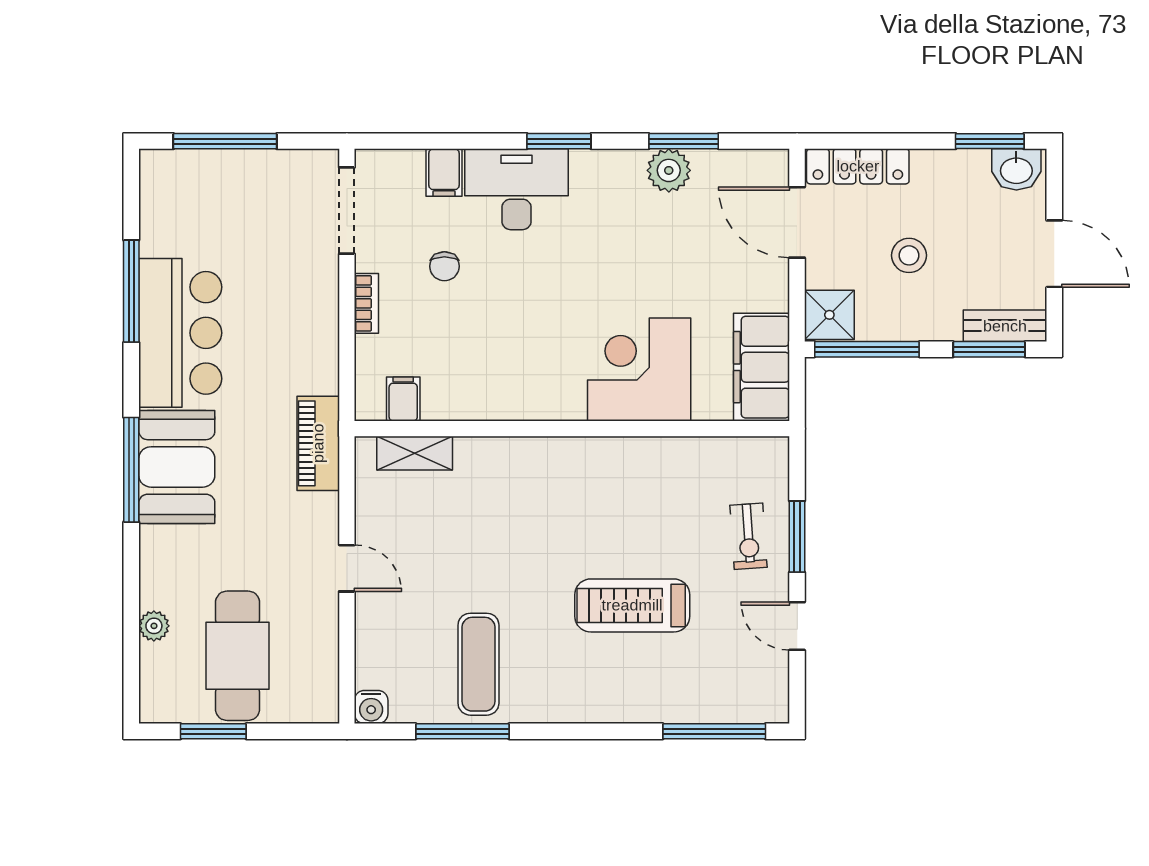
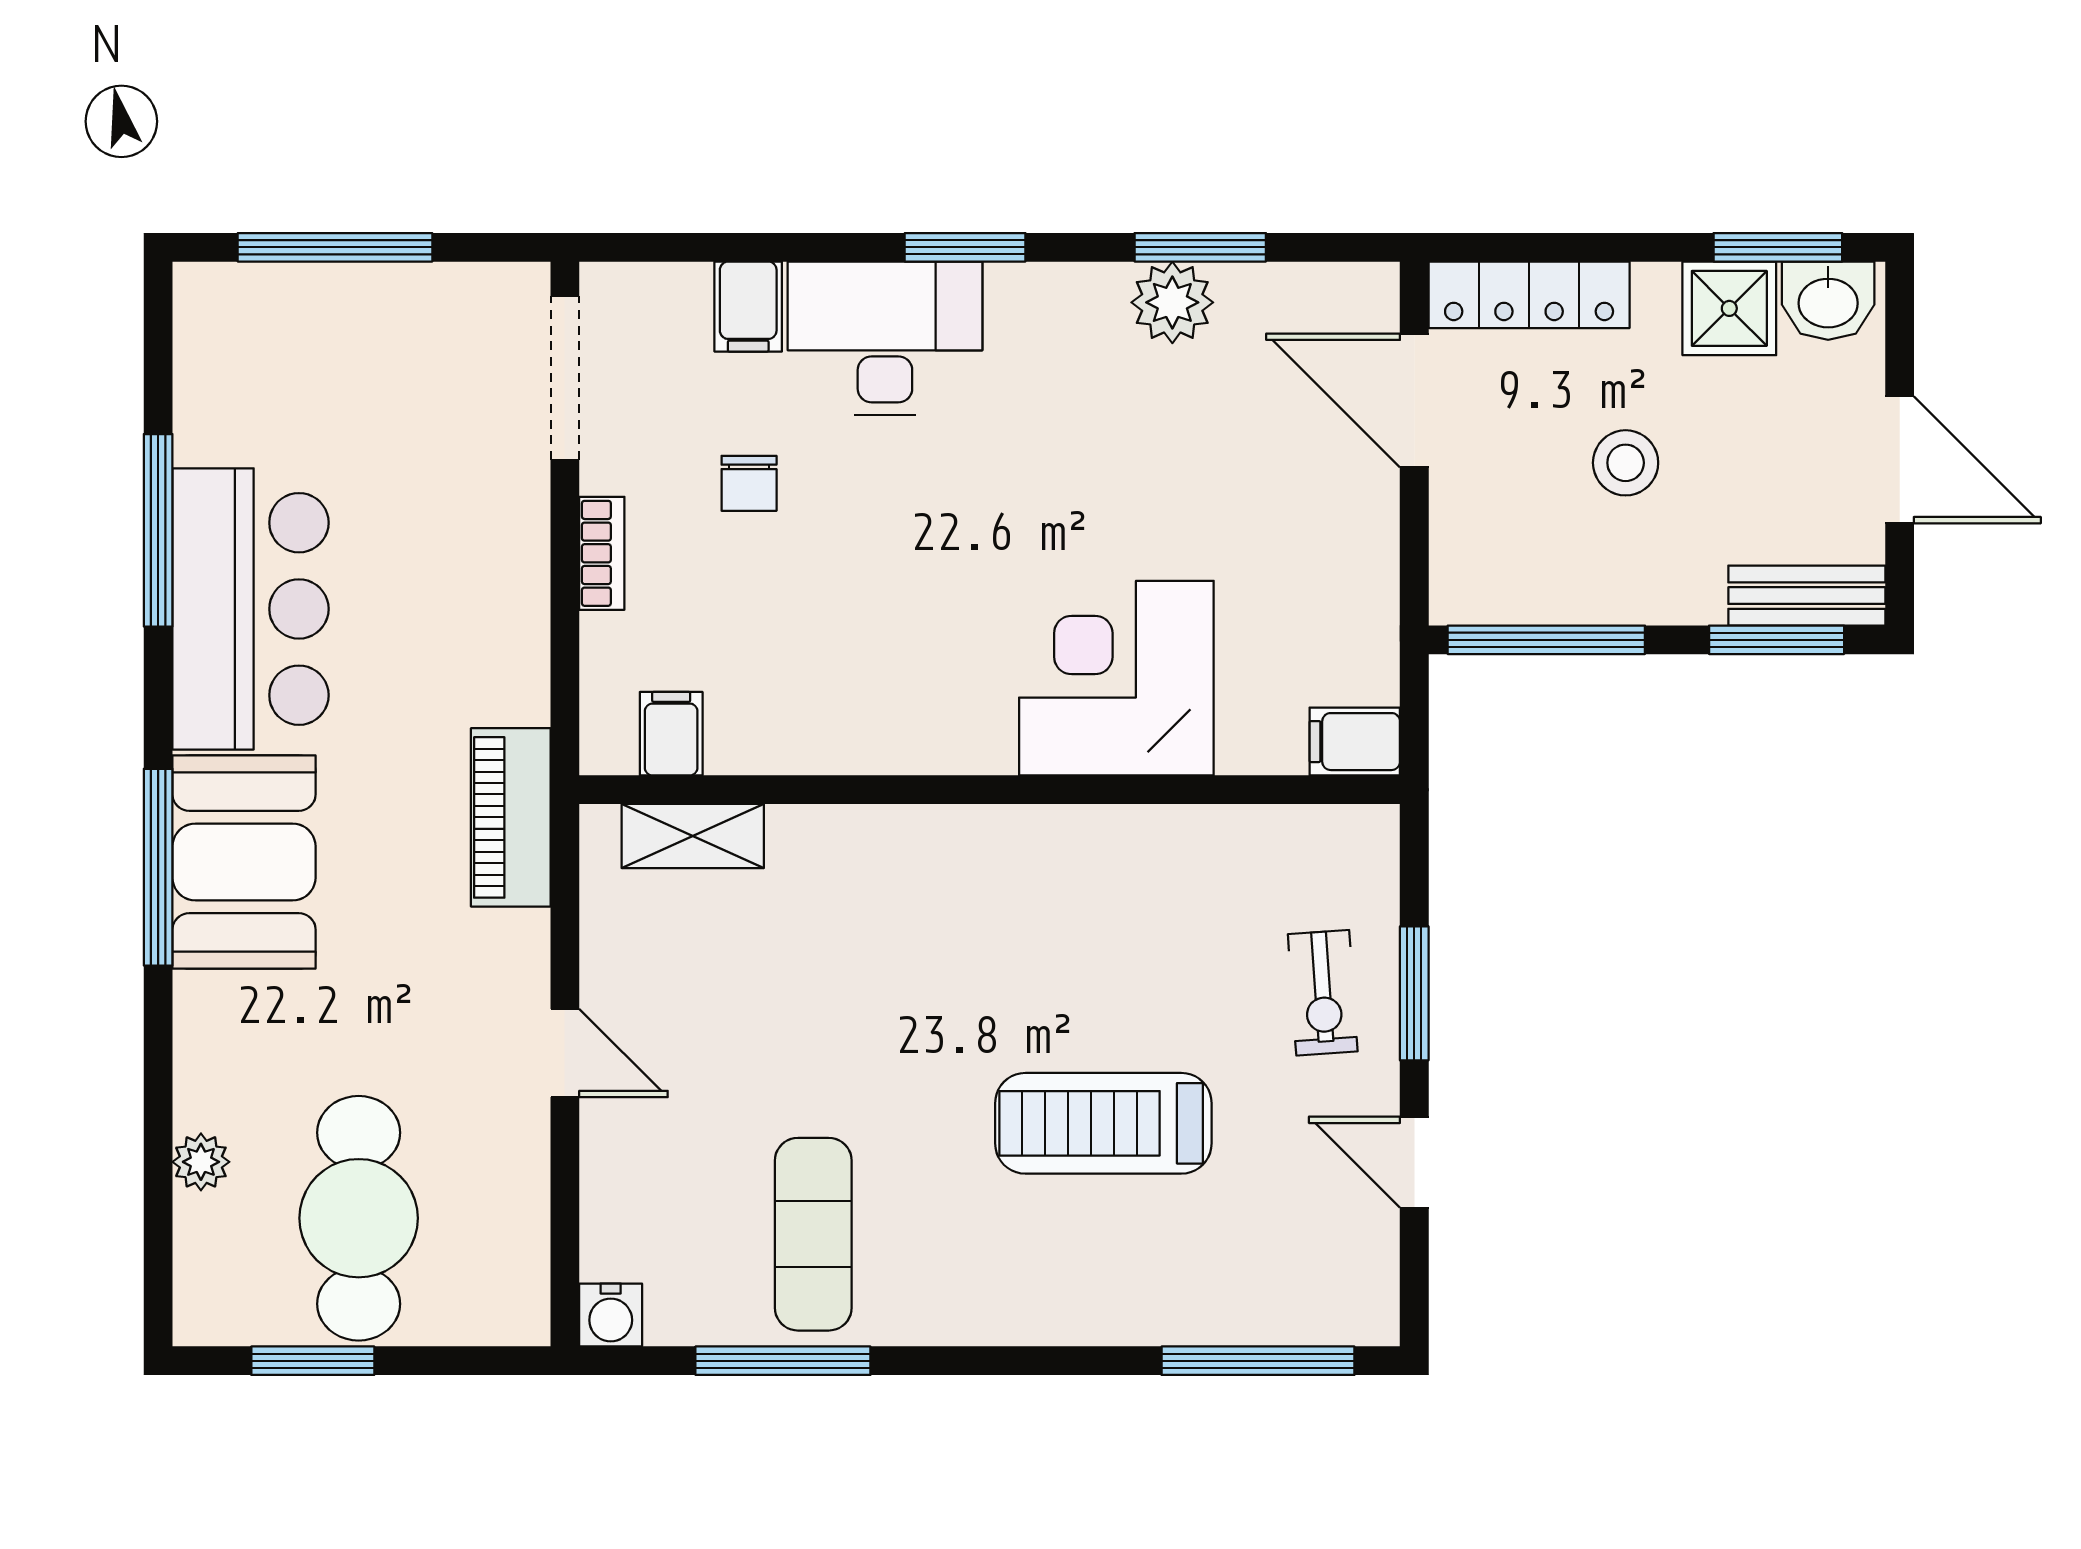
shower: (829, 315) -> (1729, 308), moved
filing cabinet: (761, 367) -> (1355, 742), width x0.33, depth x0.86

